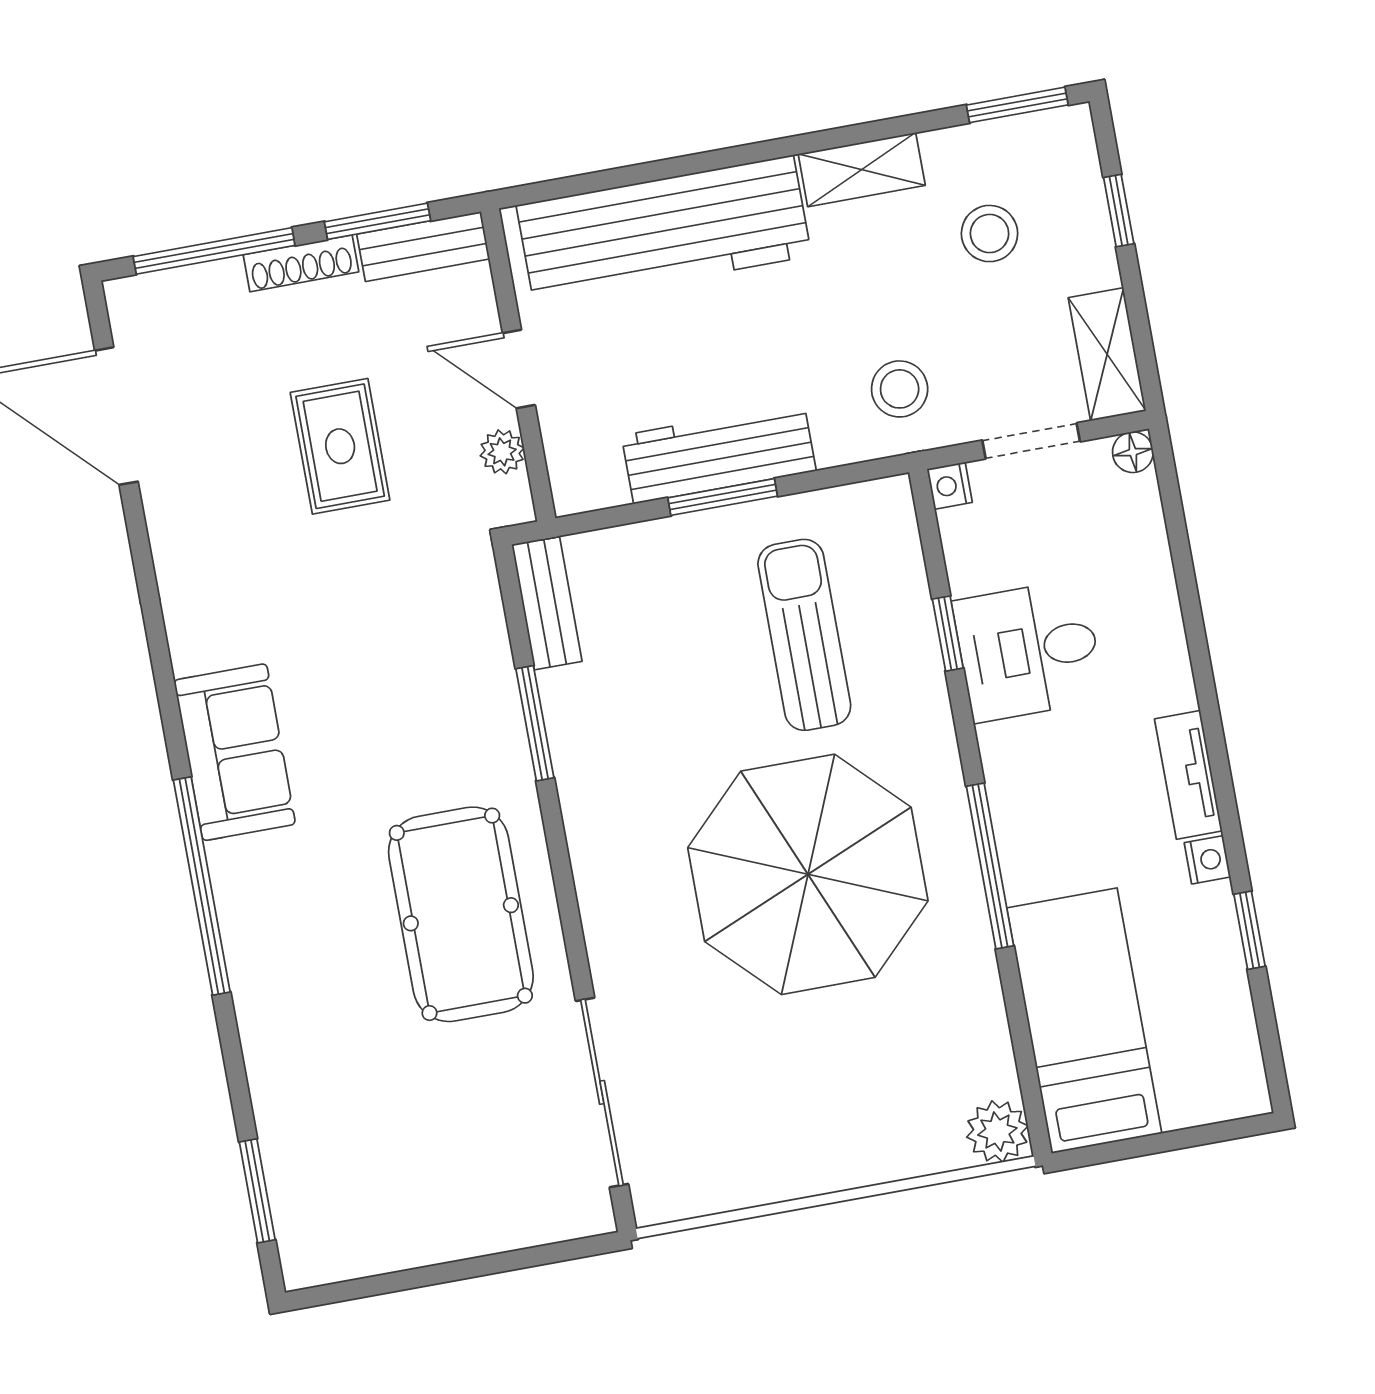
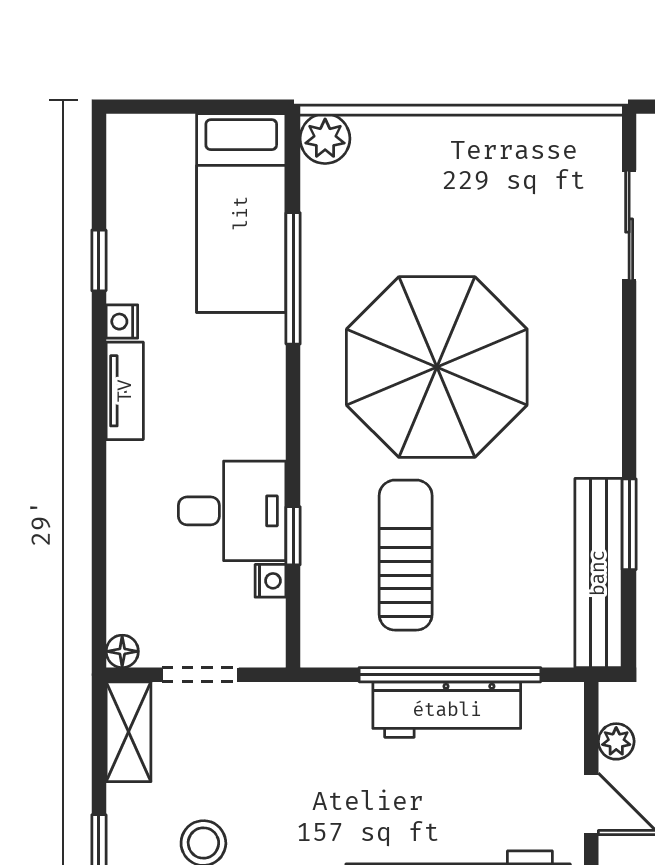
stool: (900, 389) -> (296, 734), removed
nightstand: (950, 486) -> (270, 581), moved
window: (723, 497) -> (450, 675), width x2.11
bench: (547, 603) -> (598, 573), width x1.86, depth x1.21
sun lounger: (804, 635) -> (406, 555), turned 180
window: (990, 866) -> (293, 278), moved
sliding door: (602, 1092) -> (629, 226), width x0.73

